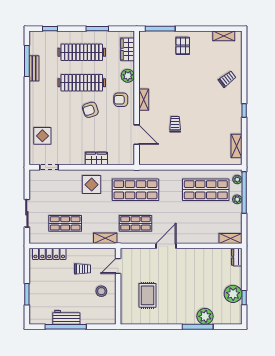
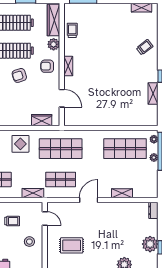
pallet: (183, 46) -> (104, 17), removed
wardrobe: (128, 49) -> (53, 20), width x1.50
trolley: (175, 124) -> (72, 30), moved
shelving: (236, 146) -> (153, 94), moved
wardrobe: (96, 159) -> (42, 120), moved
shelving: (230, 238) -> (122, 193), moved
door: (118, 266) -> (45, 219), swing flipped
rug: (147, 295) -> (72, 245), turned 90

